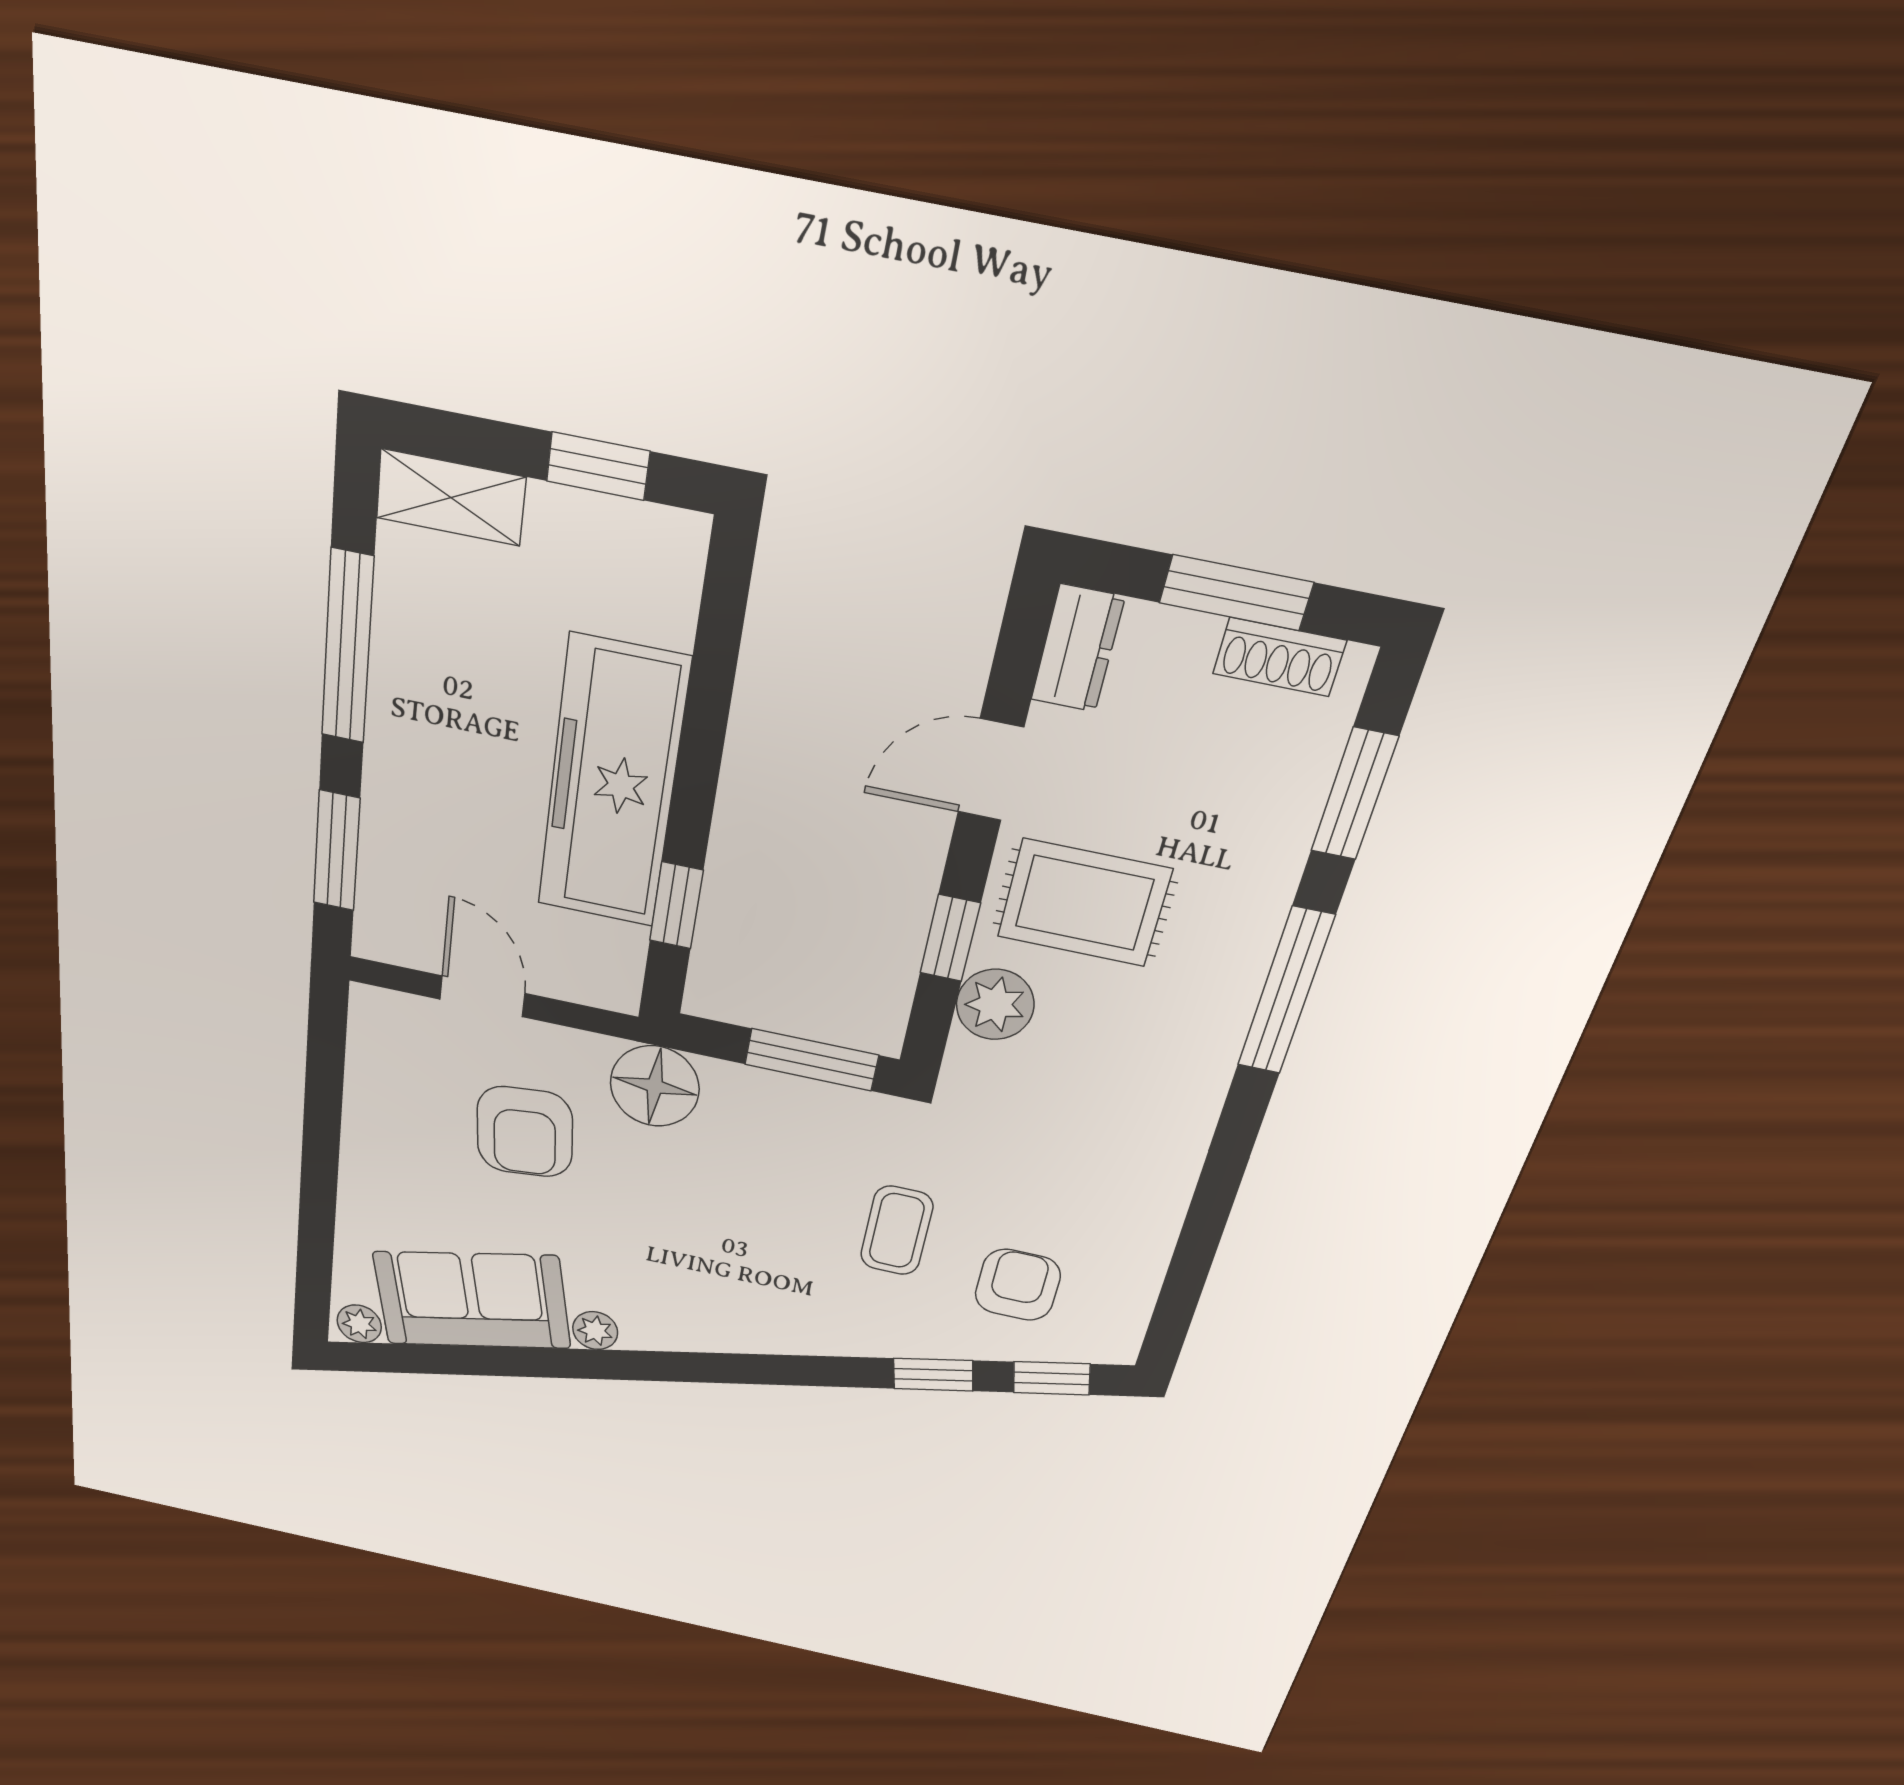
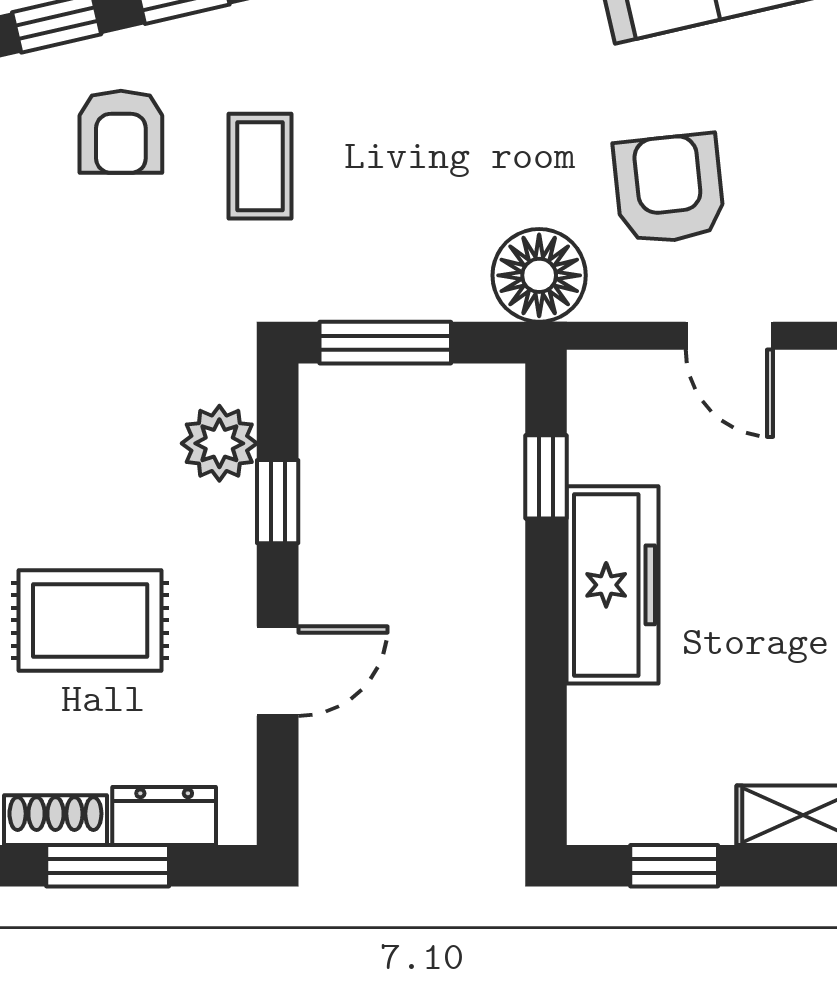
dresser: (1078, 649) -> (164, 816), moved, turned 90
freezer: (612, 784) -> (613, 585), width x0.73, depth x0.79
rug: (1084, 903) -> (90, 620), moved

